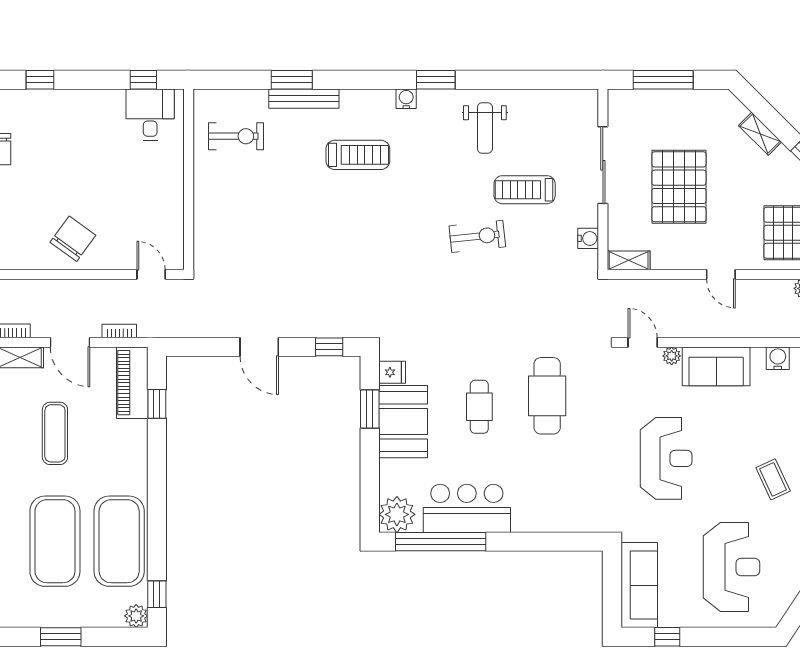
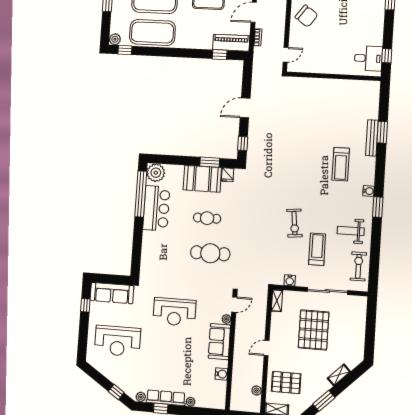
window: (663, 80) -> (371, 326), removed
exercise bike: (236, 136) -> (358, 266), moved, turned 180
pallet: (679, 187) -> (314, 330), turned 90
coffee table: (773, 479) -> (160, 366), removed

